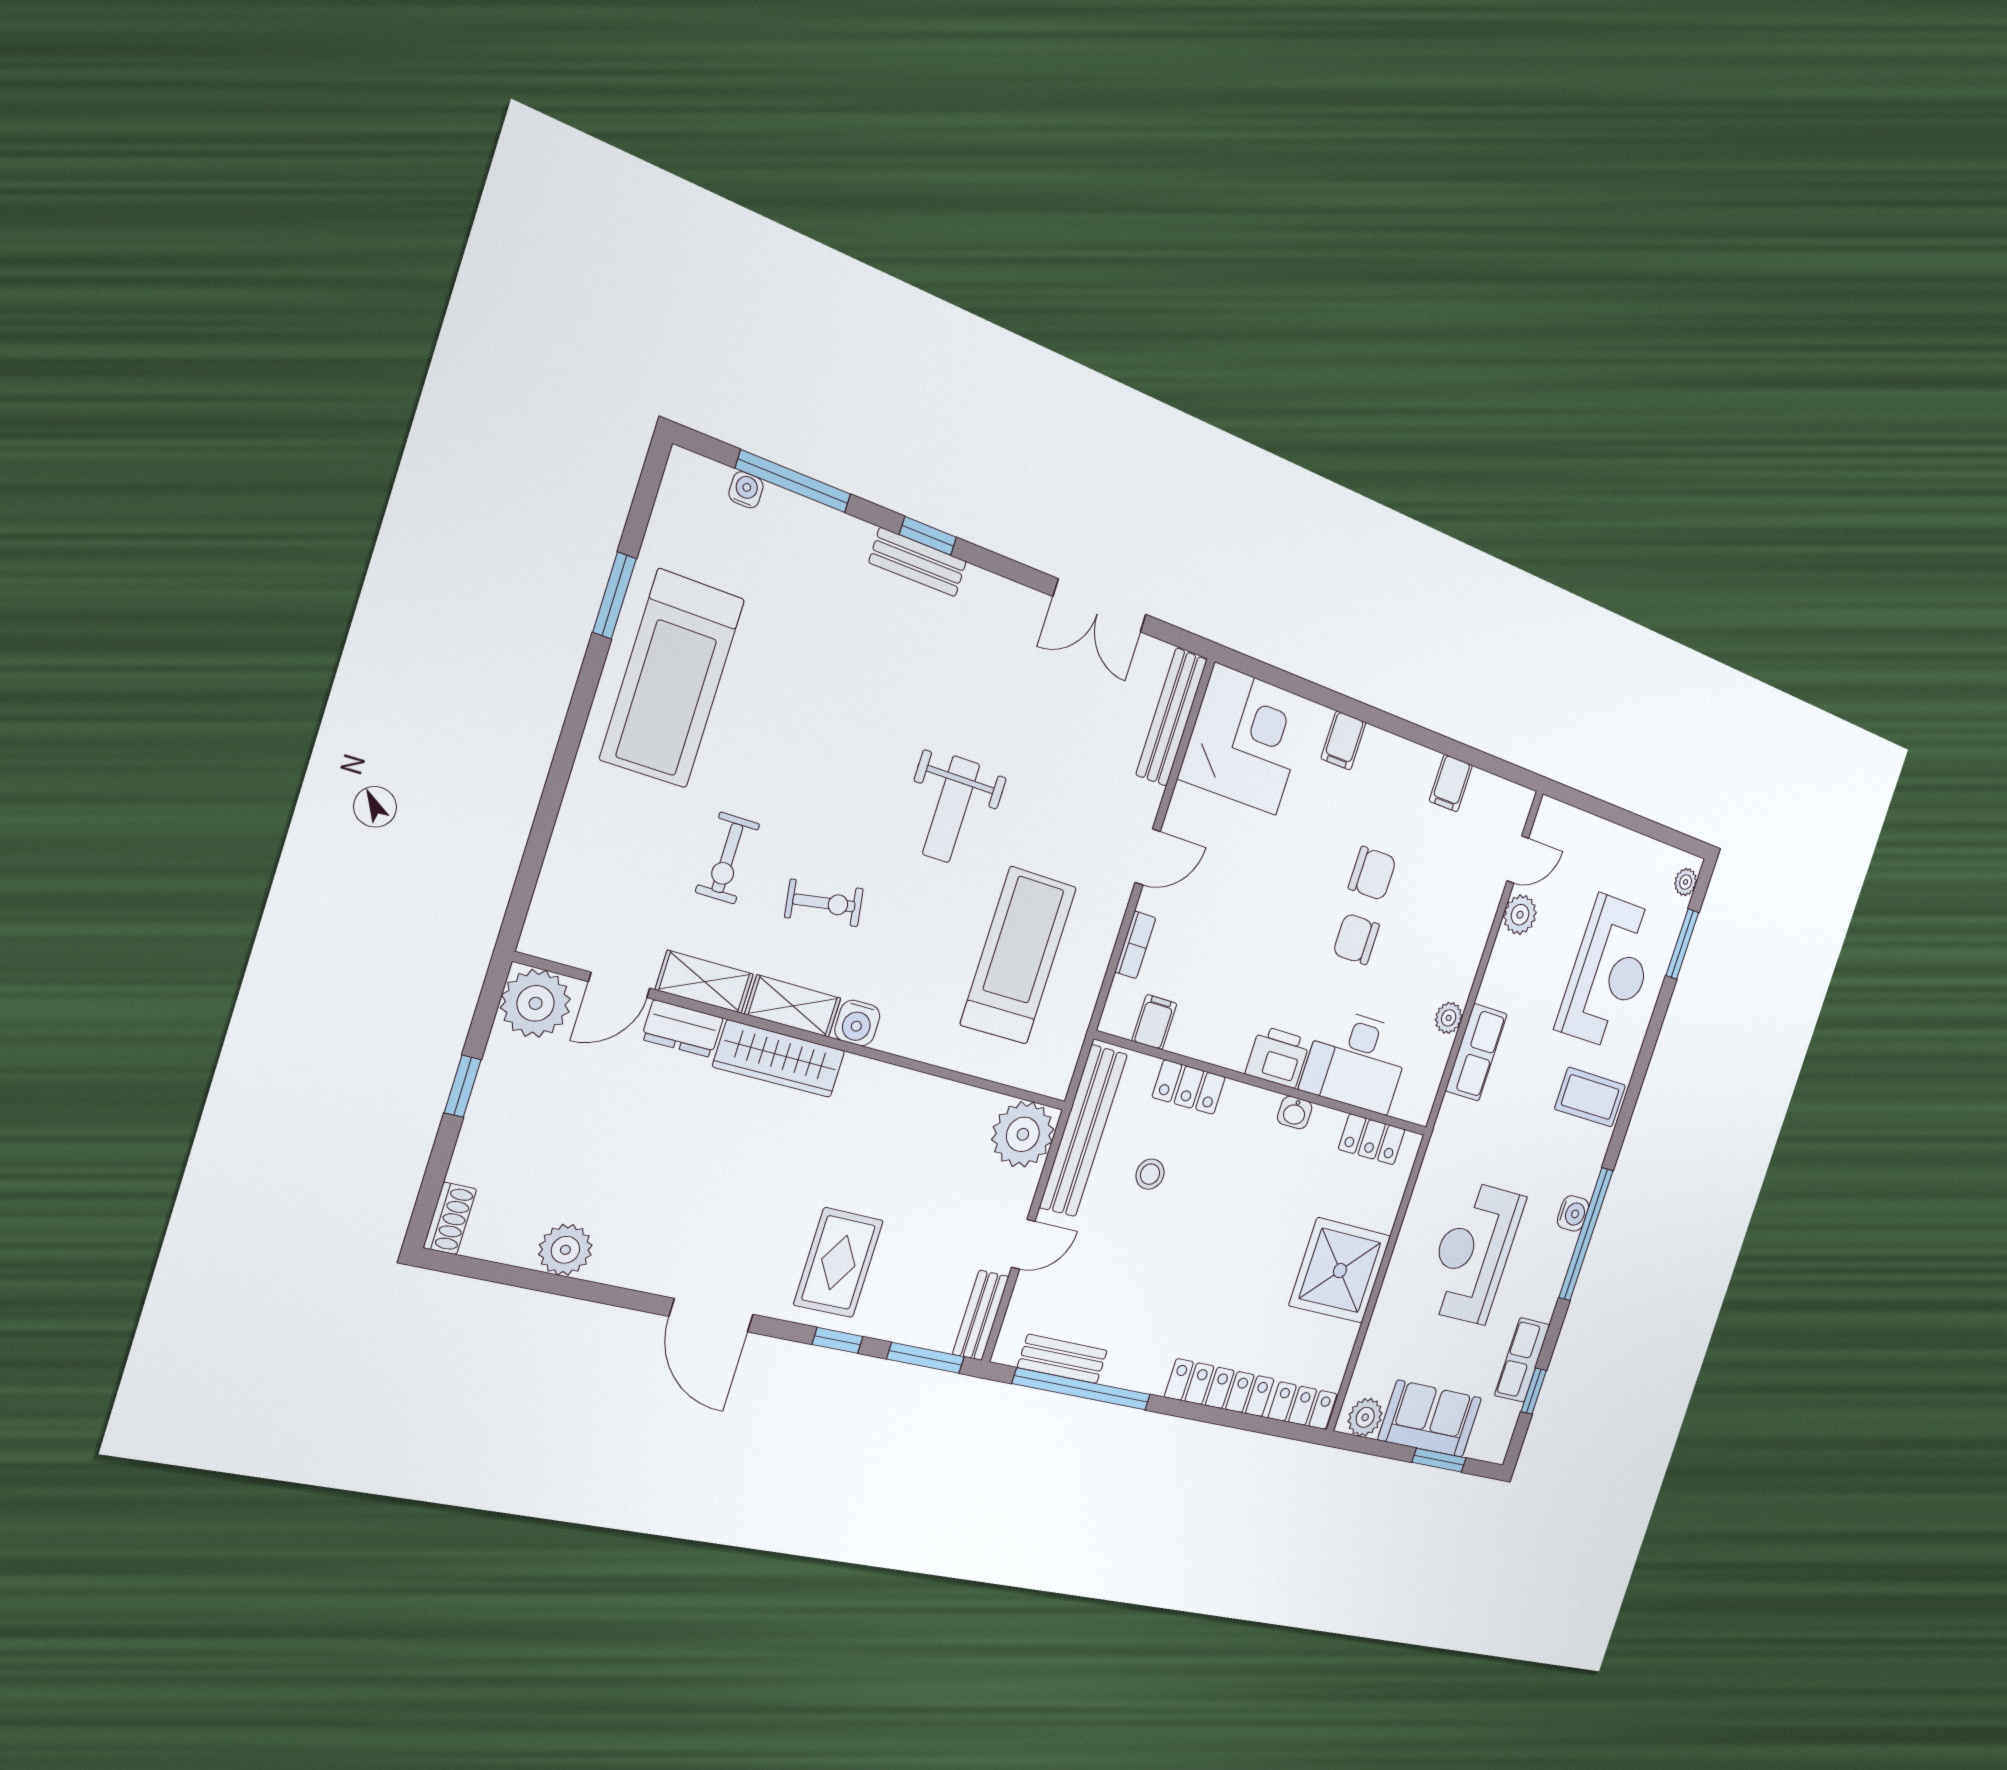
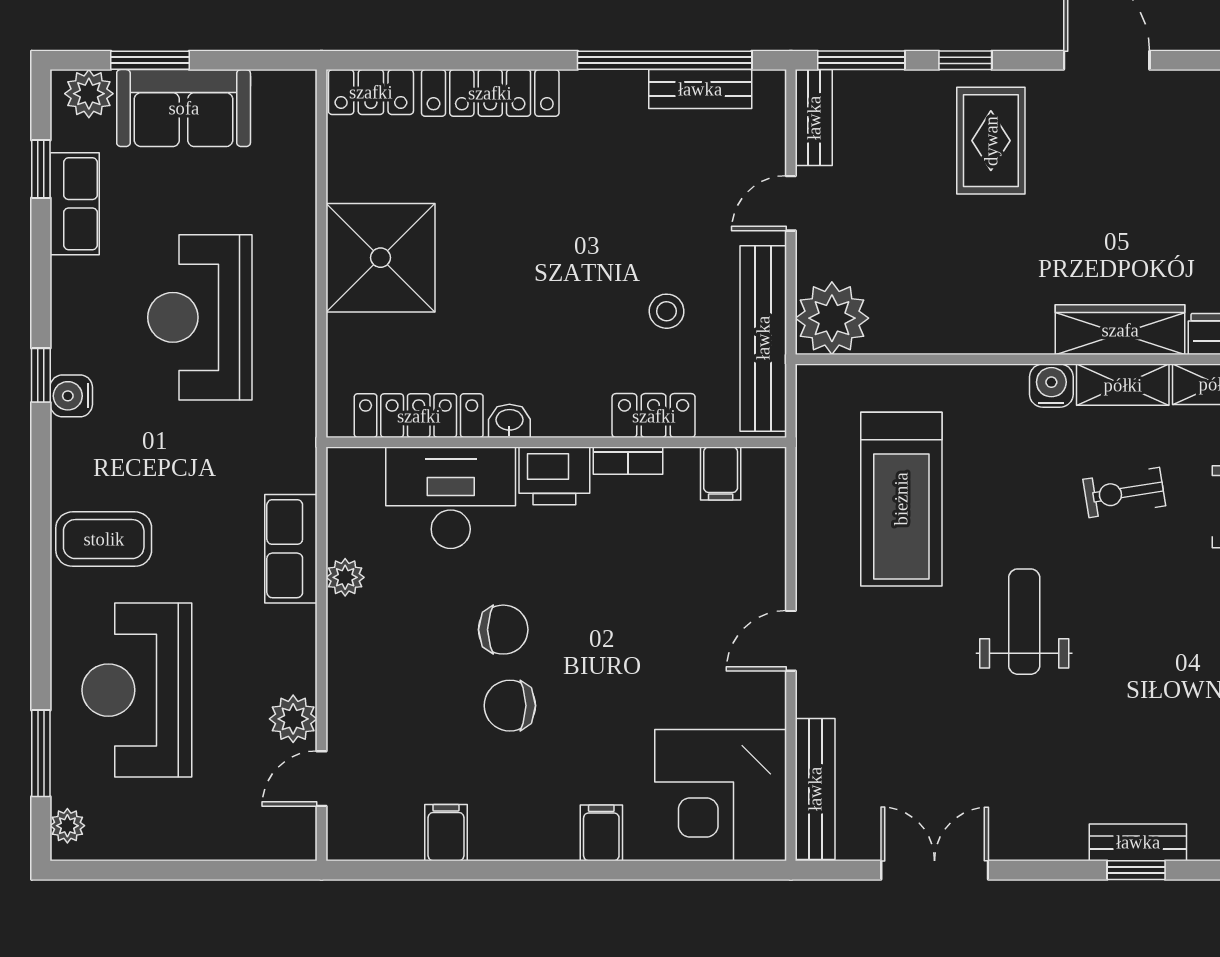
bookcase: (1135, 945) -> (628, 461), moved, turned -90
locker: (1372, 1139) -> (419, 416), width x1.53
window: (1586, 1234) -> (41, 375), width x0.32
reception desk: (1474, 1253) -> (200, 317), turned 180
plant: (1365, 1417) -> (89, 94), moved

